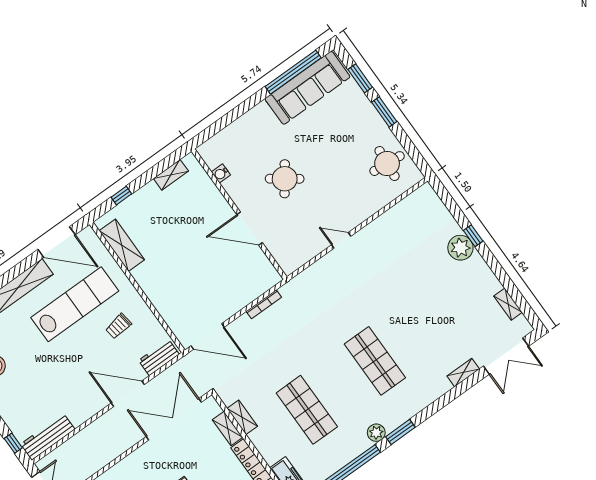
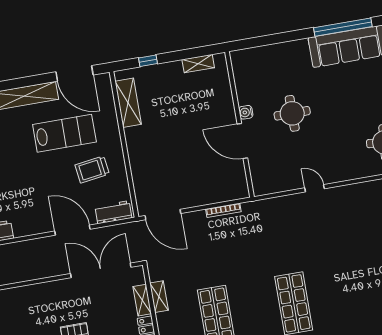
water cooler: (221, 173) -> (246, 112), moved
round table: (285, 179) -> (292, 113), turned -36
lab bench: (75, 304) -> (64, 133), width x0.73
trolley: (118, 326) -> (92, 169), width x1.36, depth x1.39

